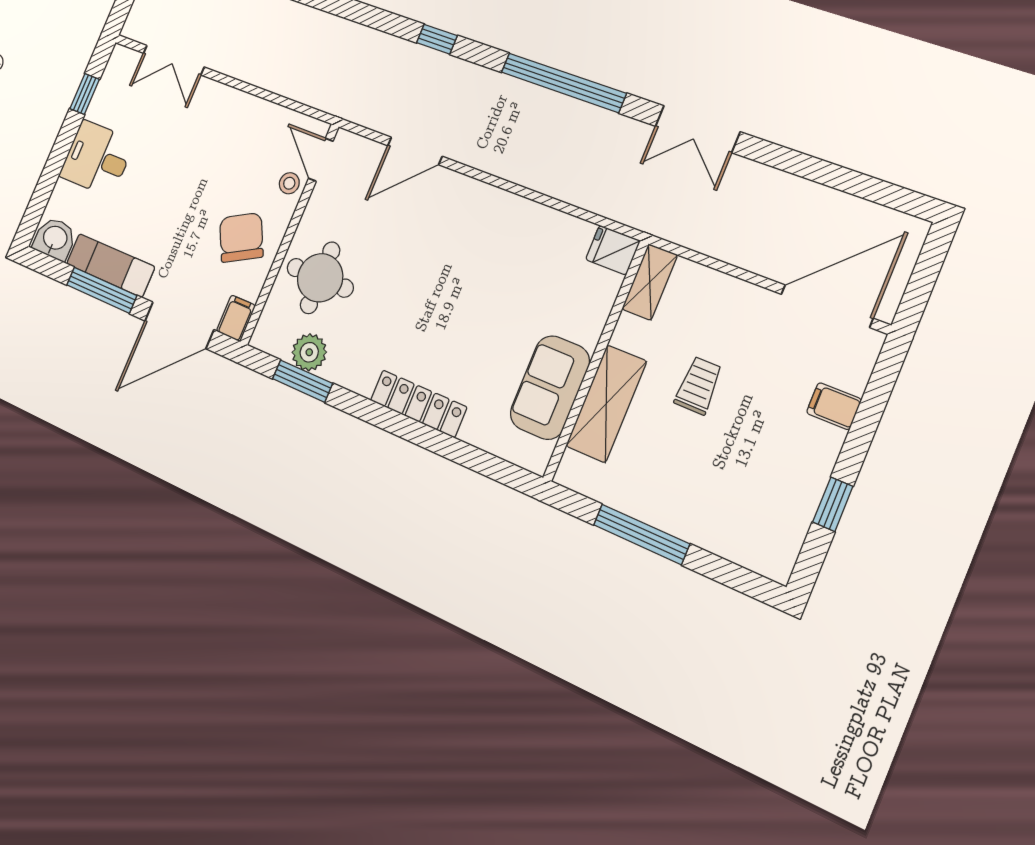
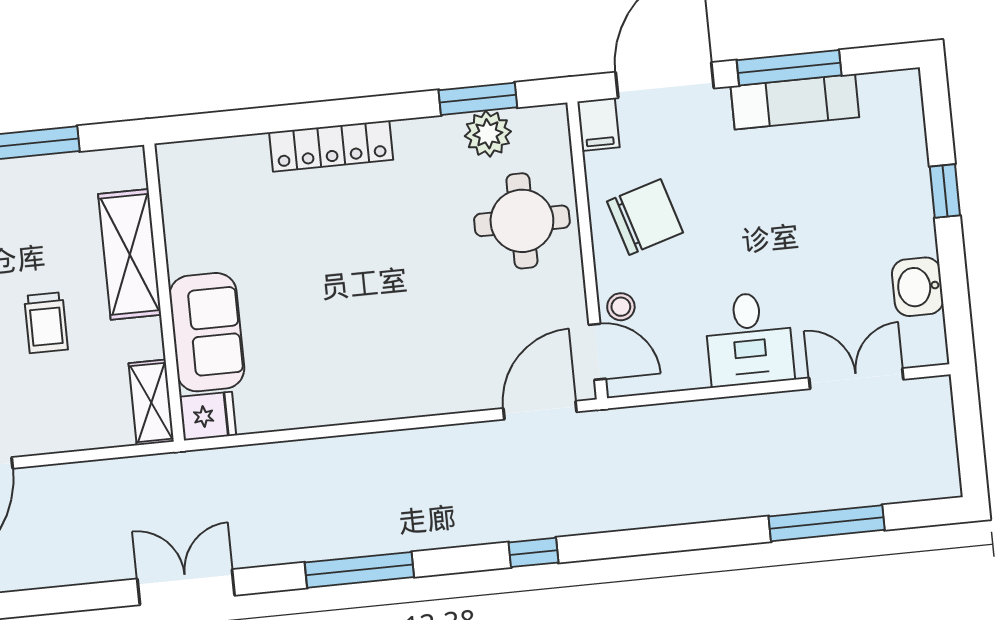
window: (563, 83) -> (359, 570), width x0.68
window: (85, 94) -> (945, 191), moved
door: (415, 151) -> (540, 410), moved
desk: (97, 158) -> (749, 339), moved, turned 90
chair: (241, 237) -> (645, 217), turned -79
washbasin: (55, 239) -> (918, 287), moved, turned 90
sofa: (550, 387) -> (207, 332), moved

